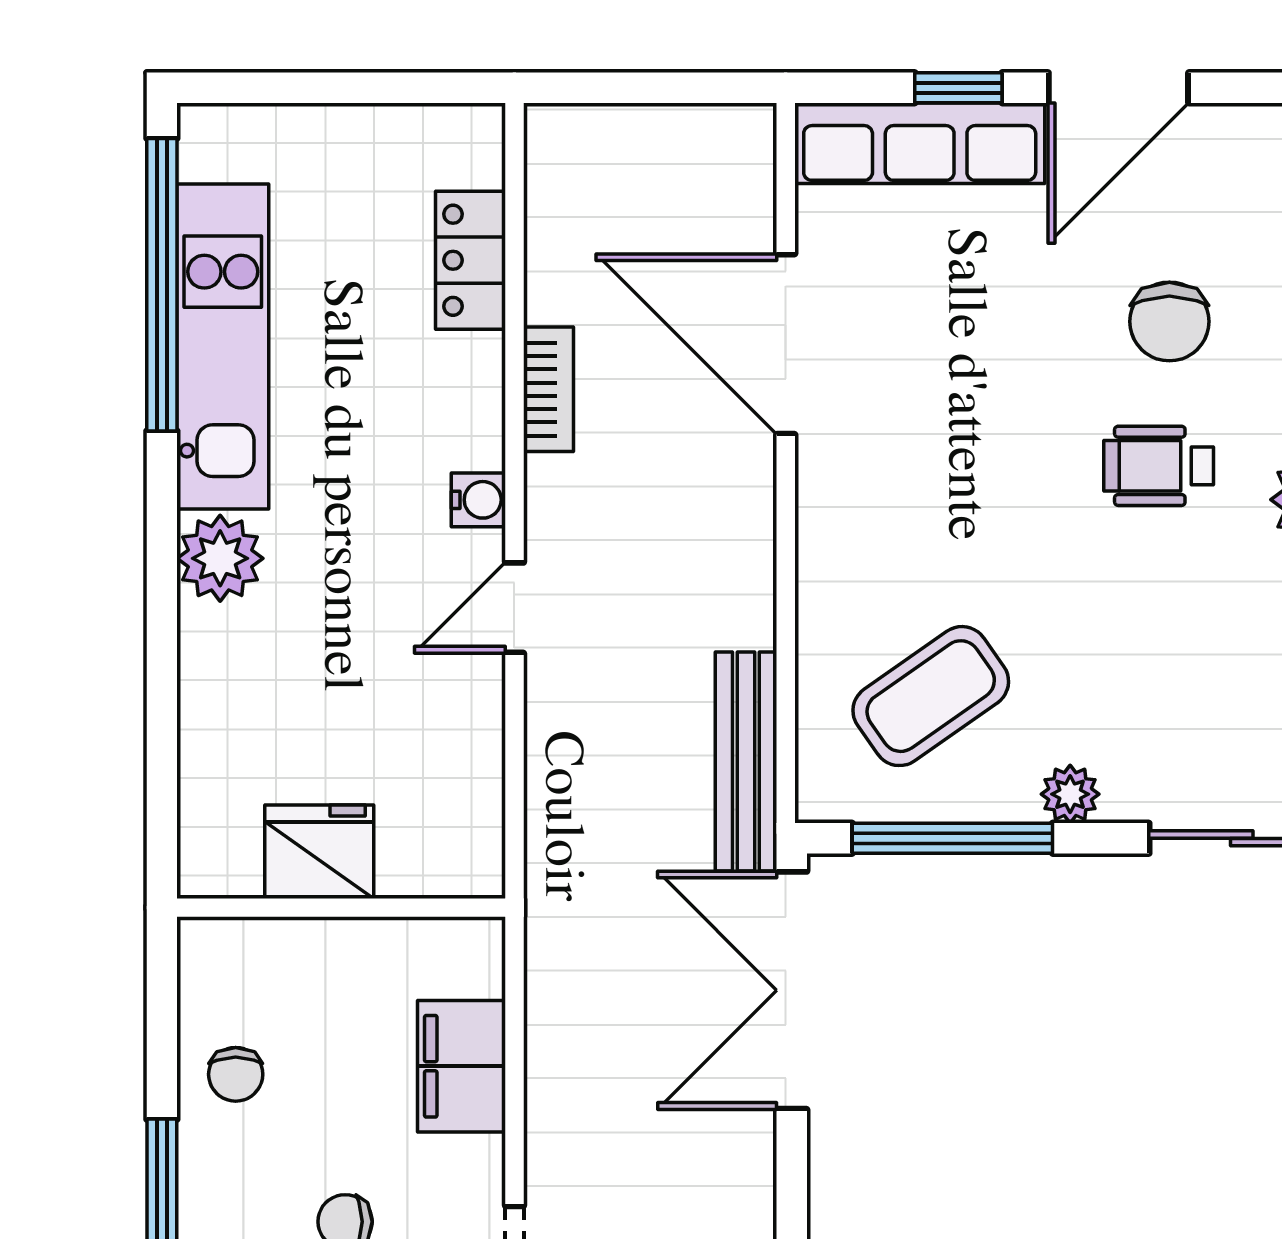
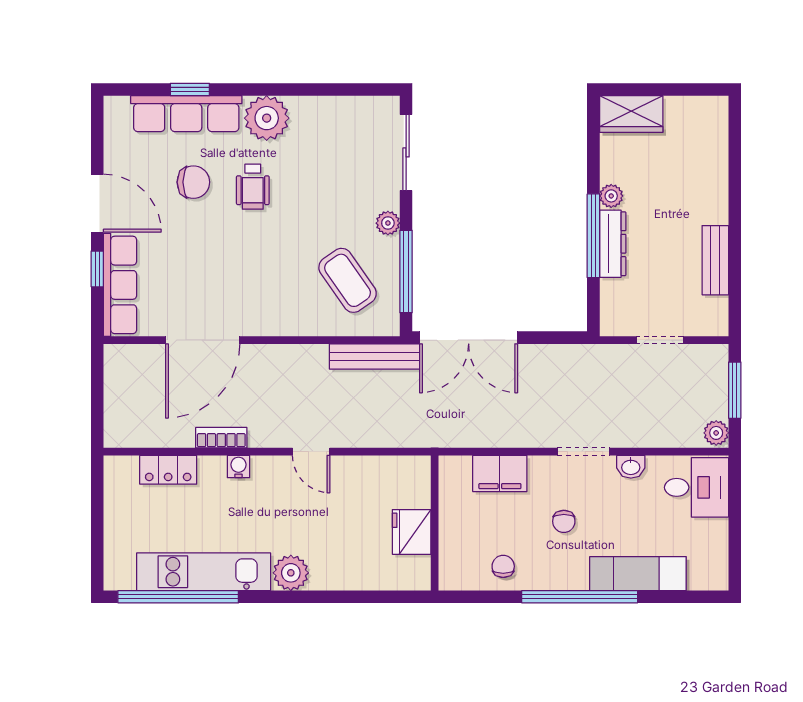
water cooler: (478, 500) -> (239, 467), moved
chair: (236, 1074) -> (503, 566), turned -90

